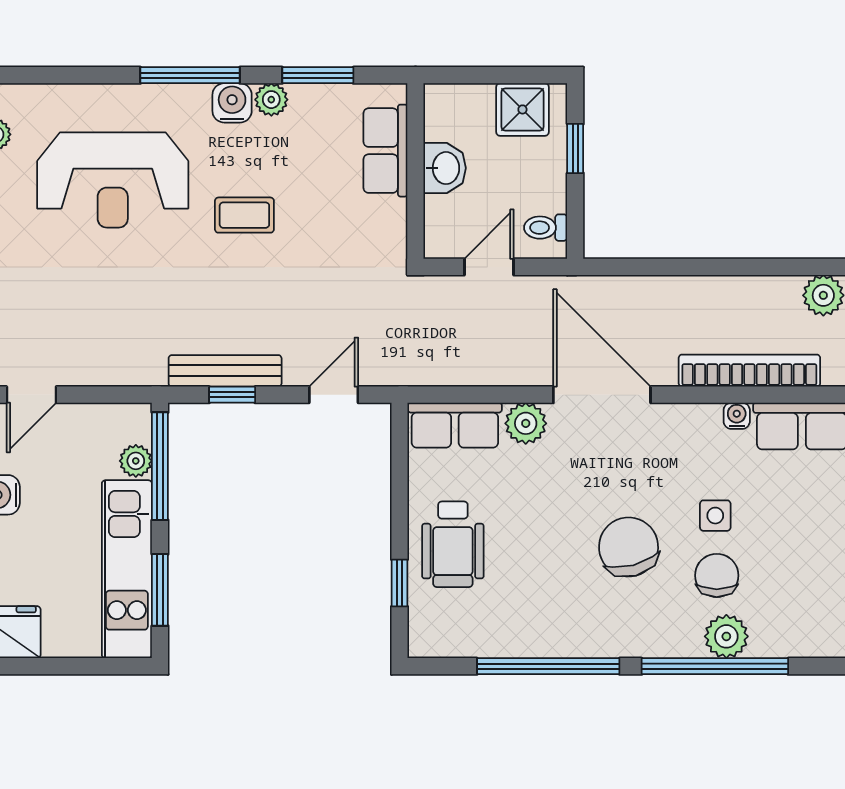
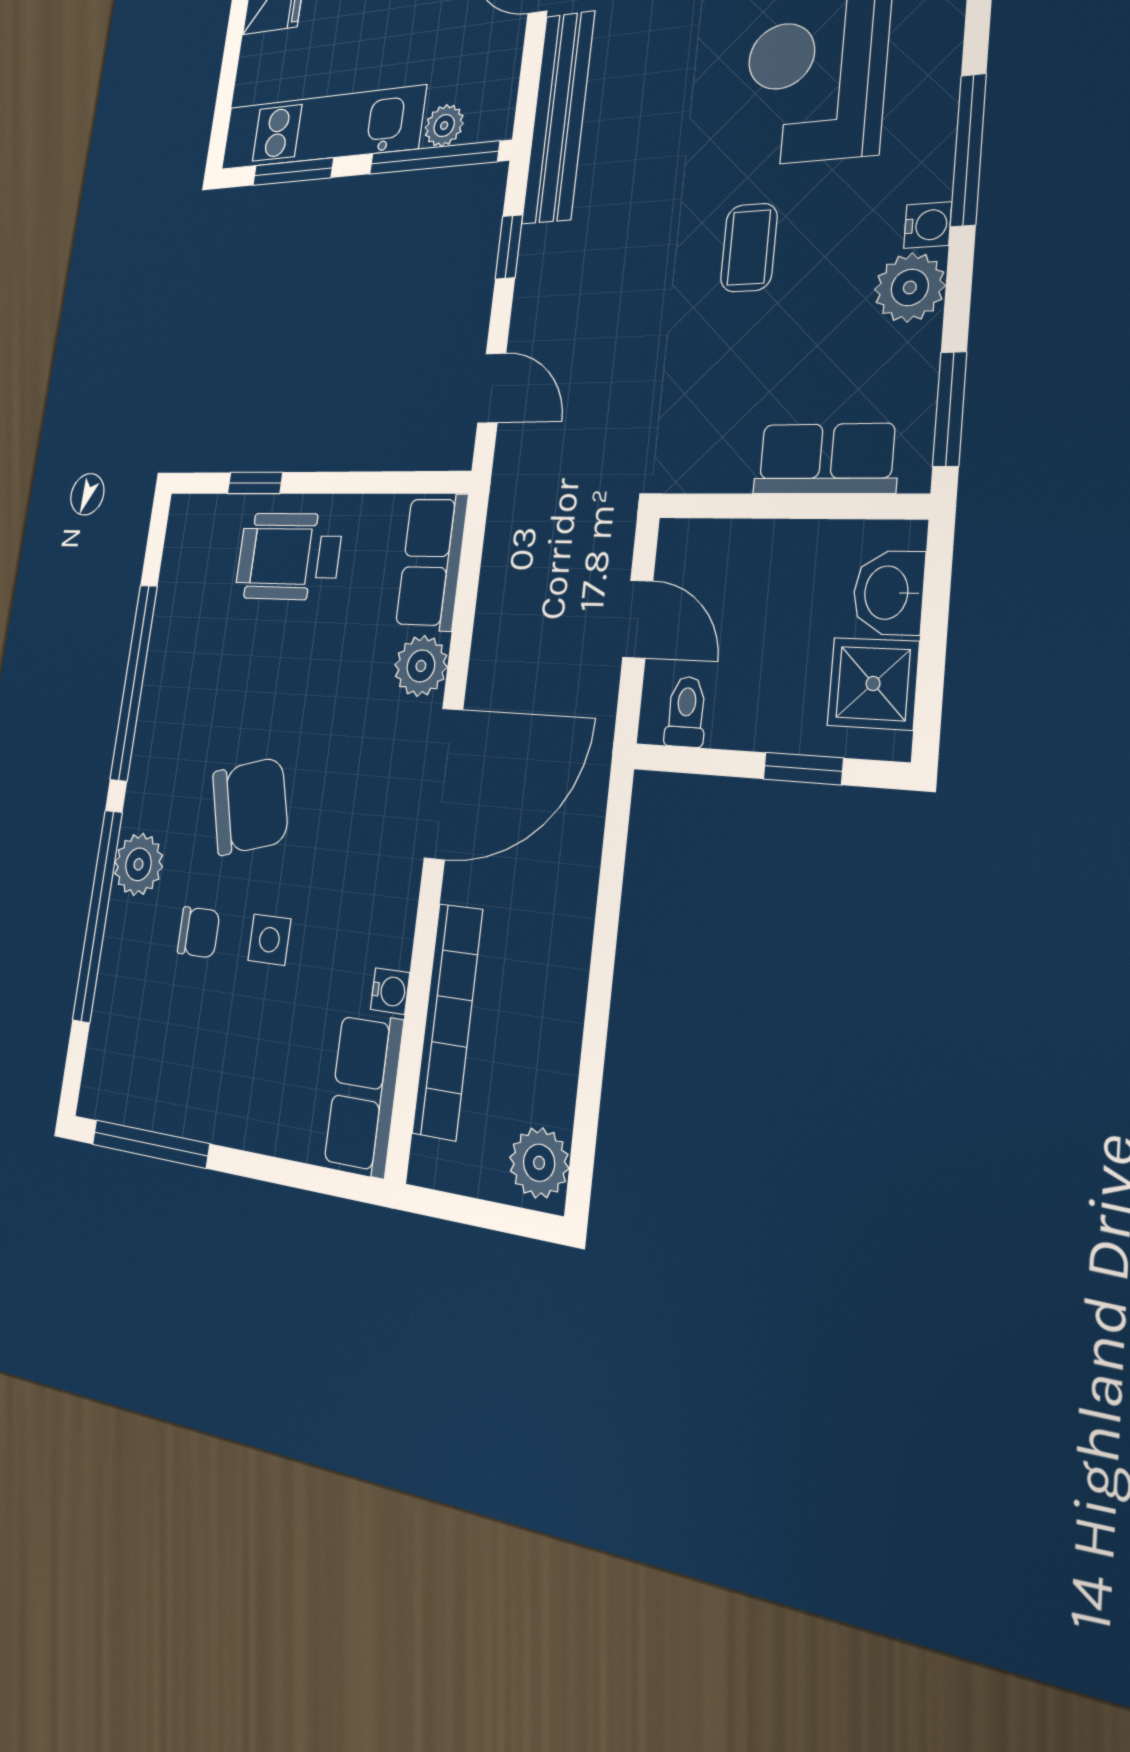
window: (318, 75) -> (950, 409), moved
plant: (271, 100) -> (910, 287), width x1.38, depth x1.38
water cooler: (232, 103) -> (928, 225), width x0.72, depth x0.72
washbasin: (445, 168) -> (888, 593), moved, turned 90
bench: (225, 371) -> (559, 117), moved, width x1.37, depth x1.21
chair: (717, 575) -> (198, 932), width x0.73, depth x0.73
plant: (726, 636) -> (138, 864), moved

